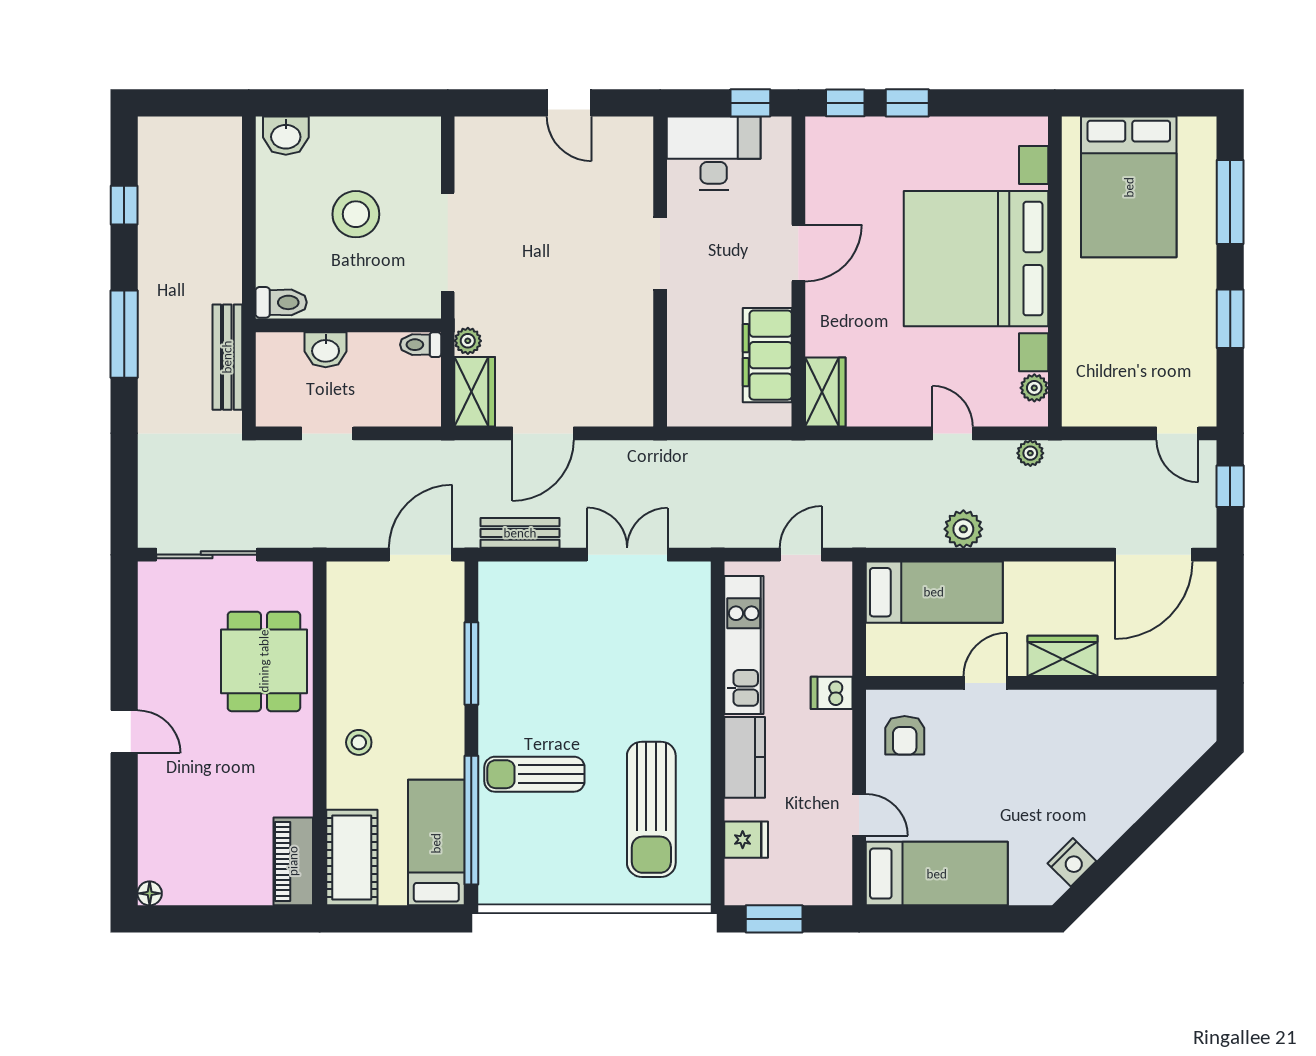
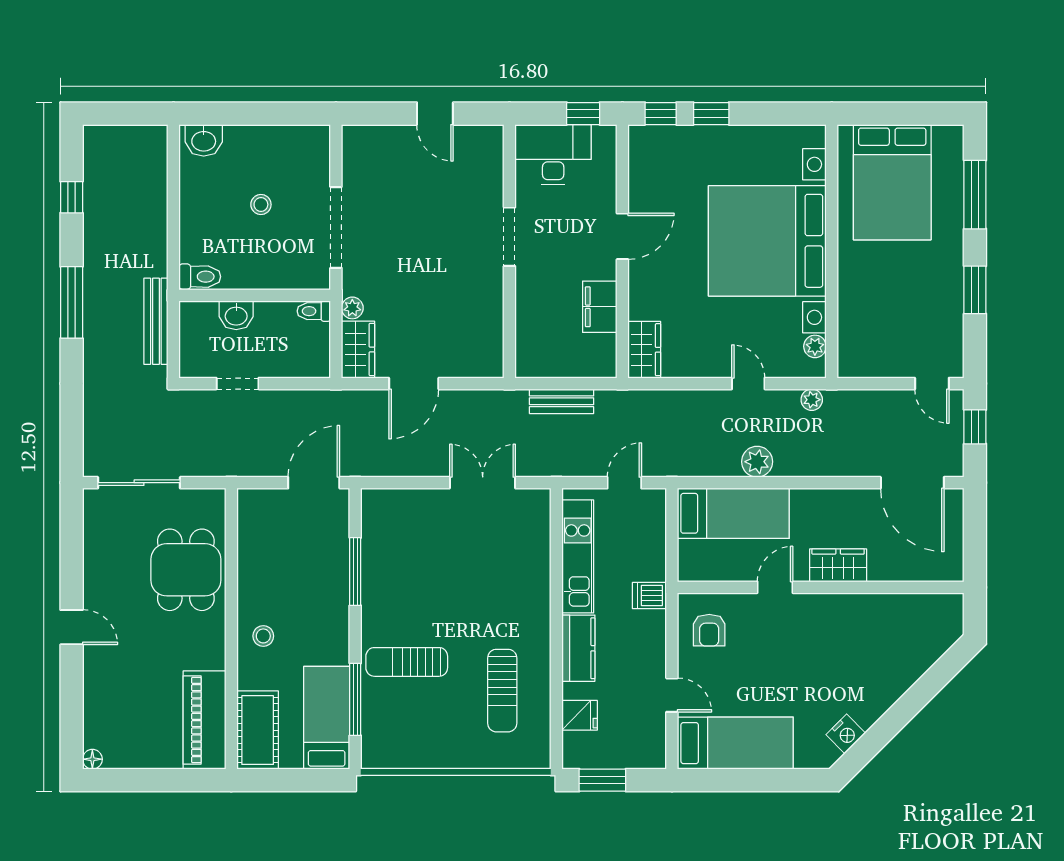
stool: (356, 214) -> (261, 205), width x0.53, depth x0.53
filing cabinet: (767, 355) -> (600, 307), width x0.67, depth x0.86
bench: (520, 533) -> (562, 401), moved
door: (1153, 555) -> (912, 483), hinge flipped
sun lounger: (651, 809) -> (502, 691), width x0.73, depth x0.75
window: (471, 820) -> (355, 699), width x0.68
piano: (293, 861) -> (204, 720), width x1.37, depth x1.33

